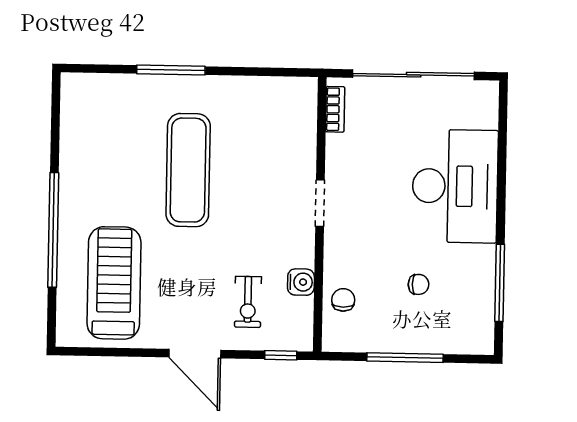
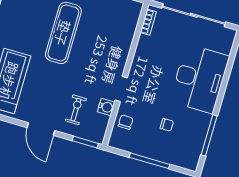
doorway: (320, 203) -> (121, 89), moved
exercise bike: (248, 302) -> (76, 110), turned 180
window: (281, 355) -> (85, 142), width x1.50

